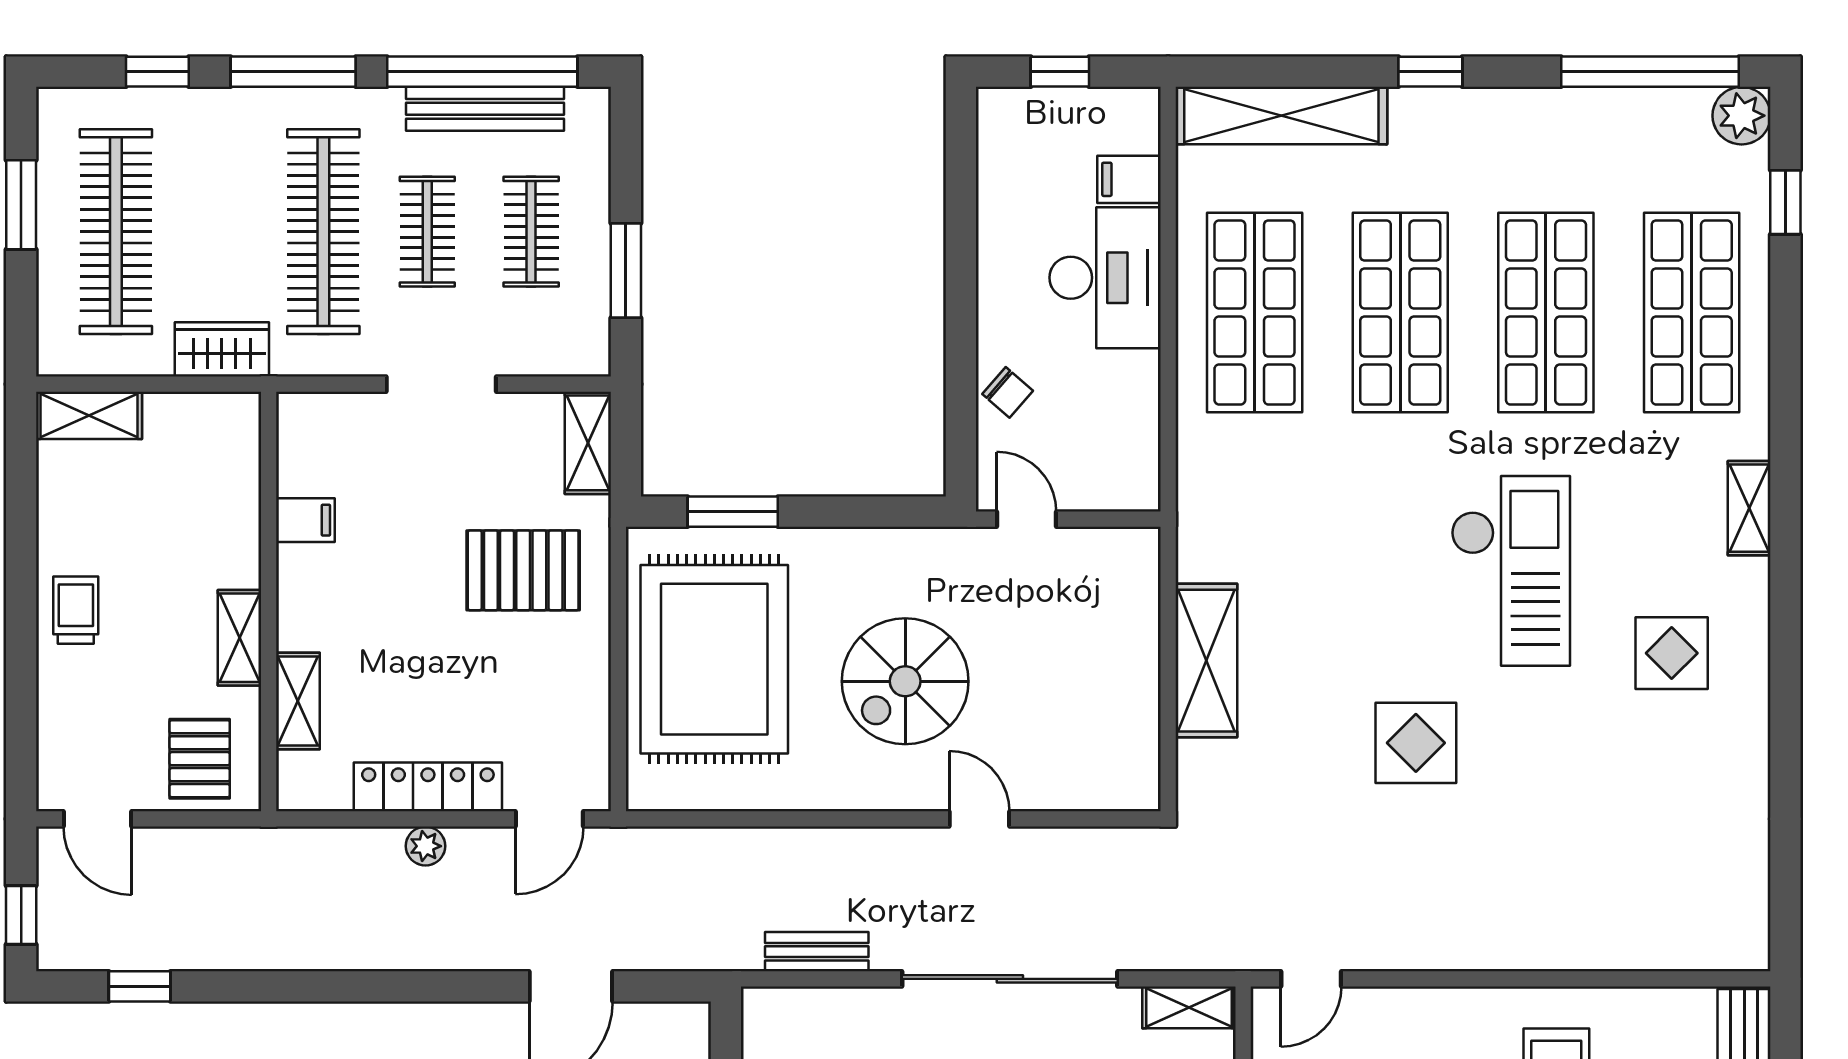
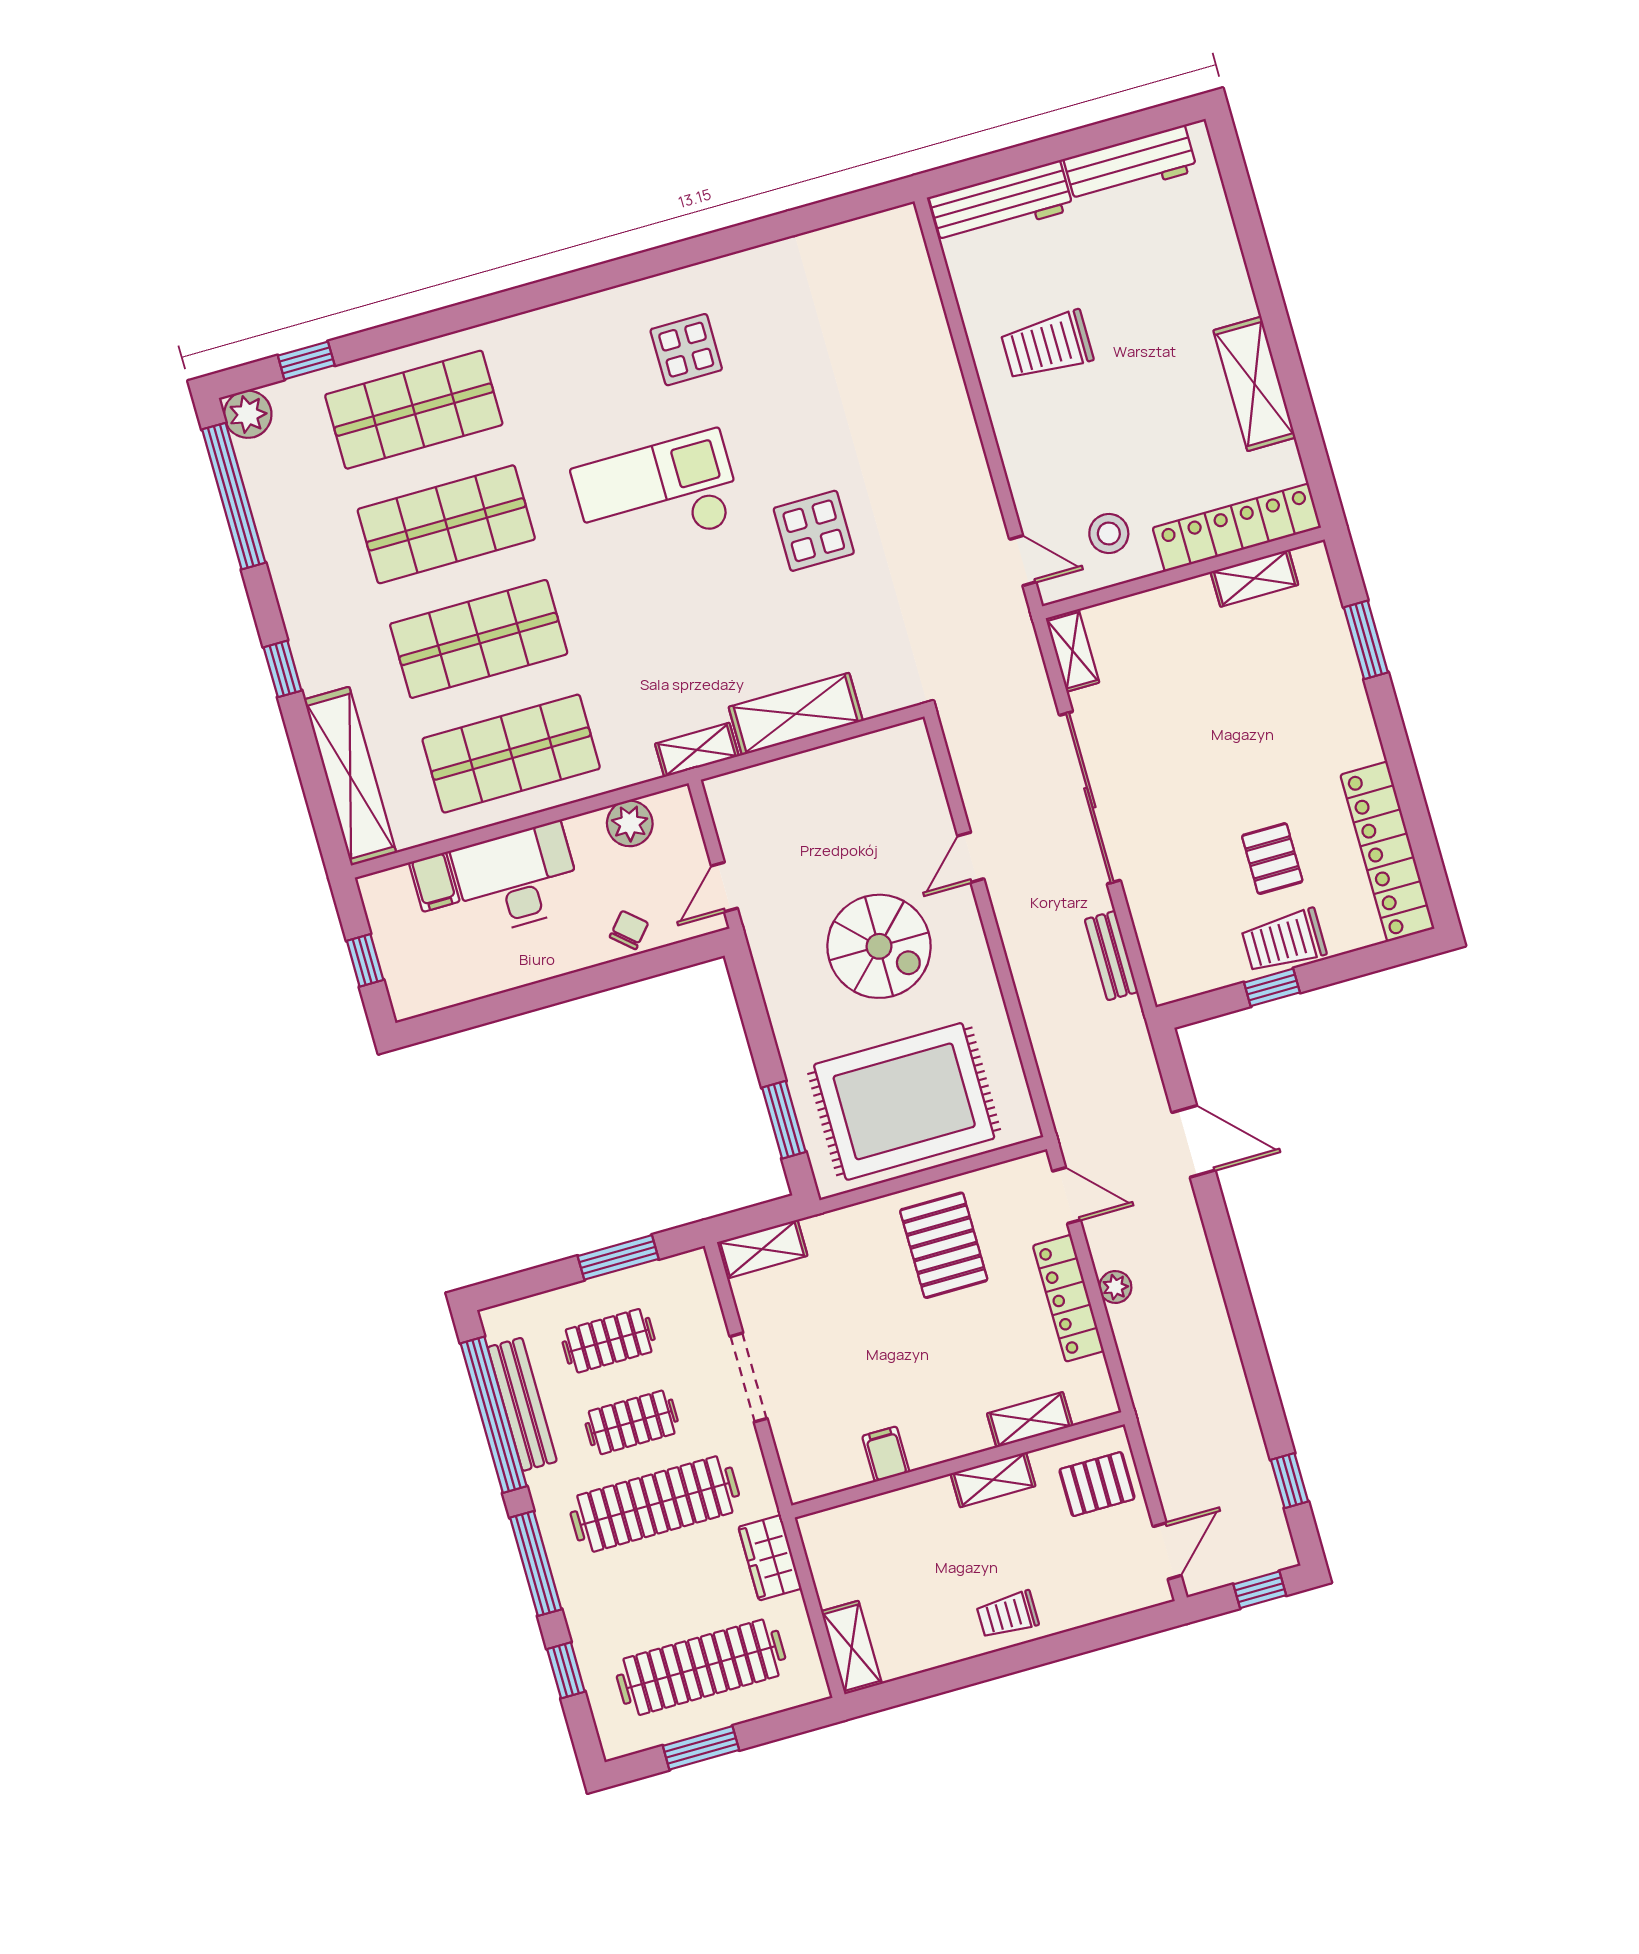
plant: (1133, 429) -> (630, 823), added
shelving: (1749, 508) -> (697, 750), moved
pallet: (523, 570) -> (944, 1245), moved

